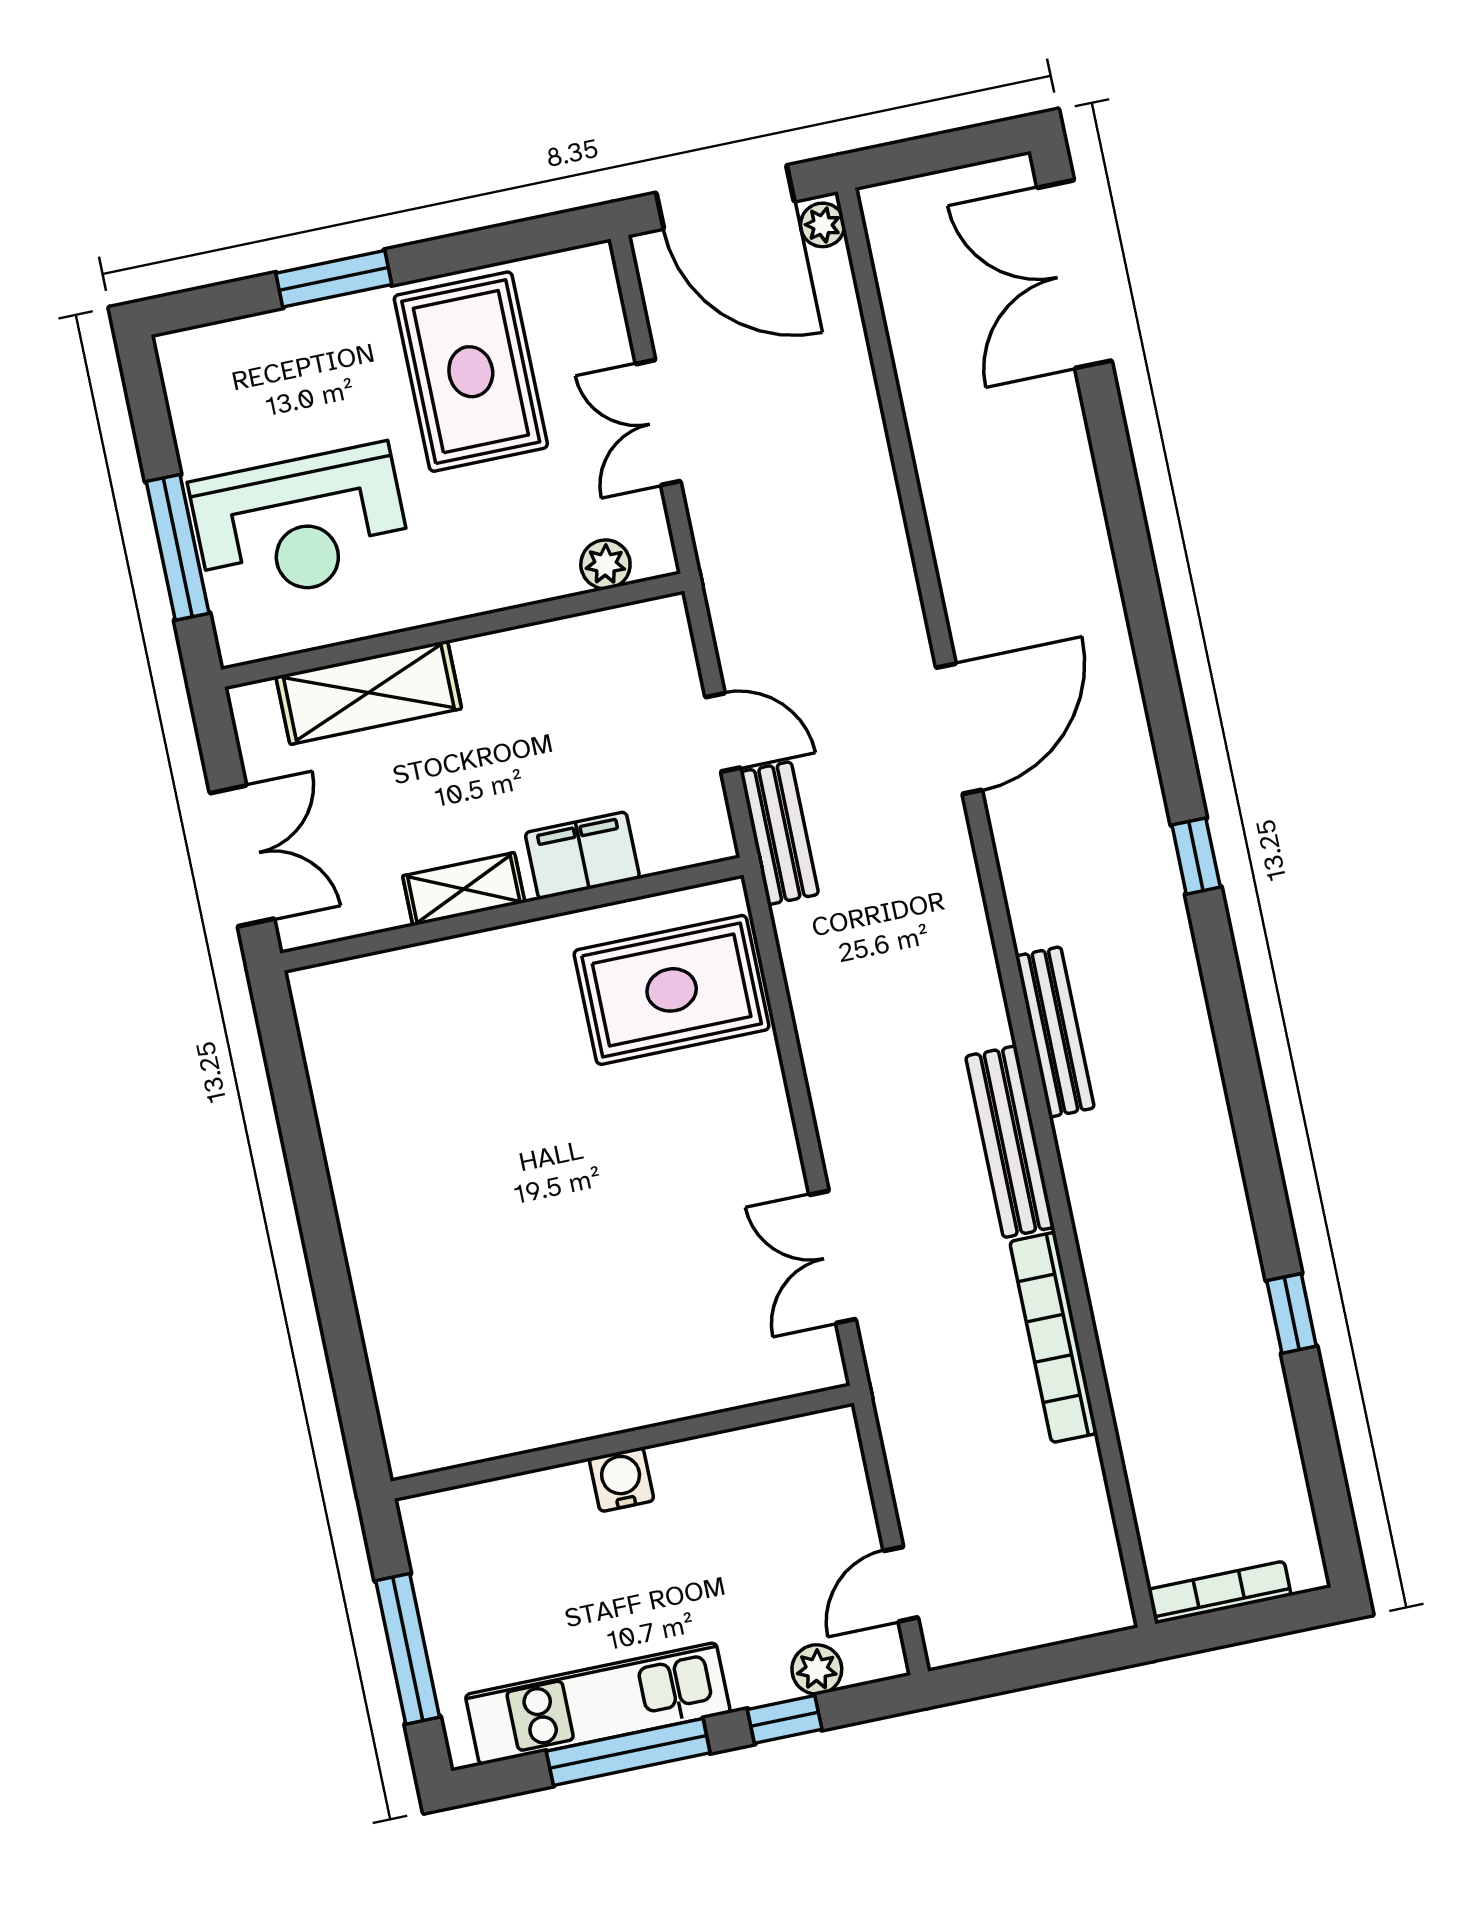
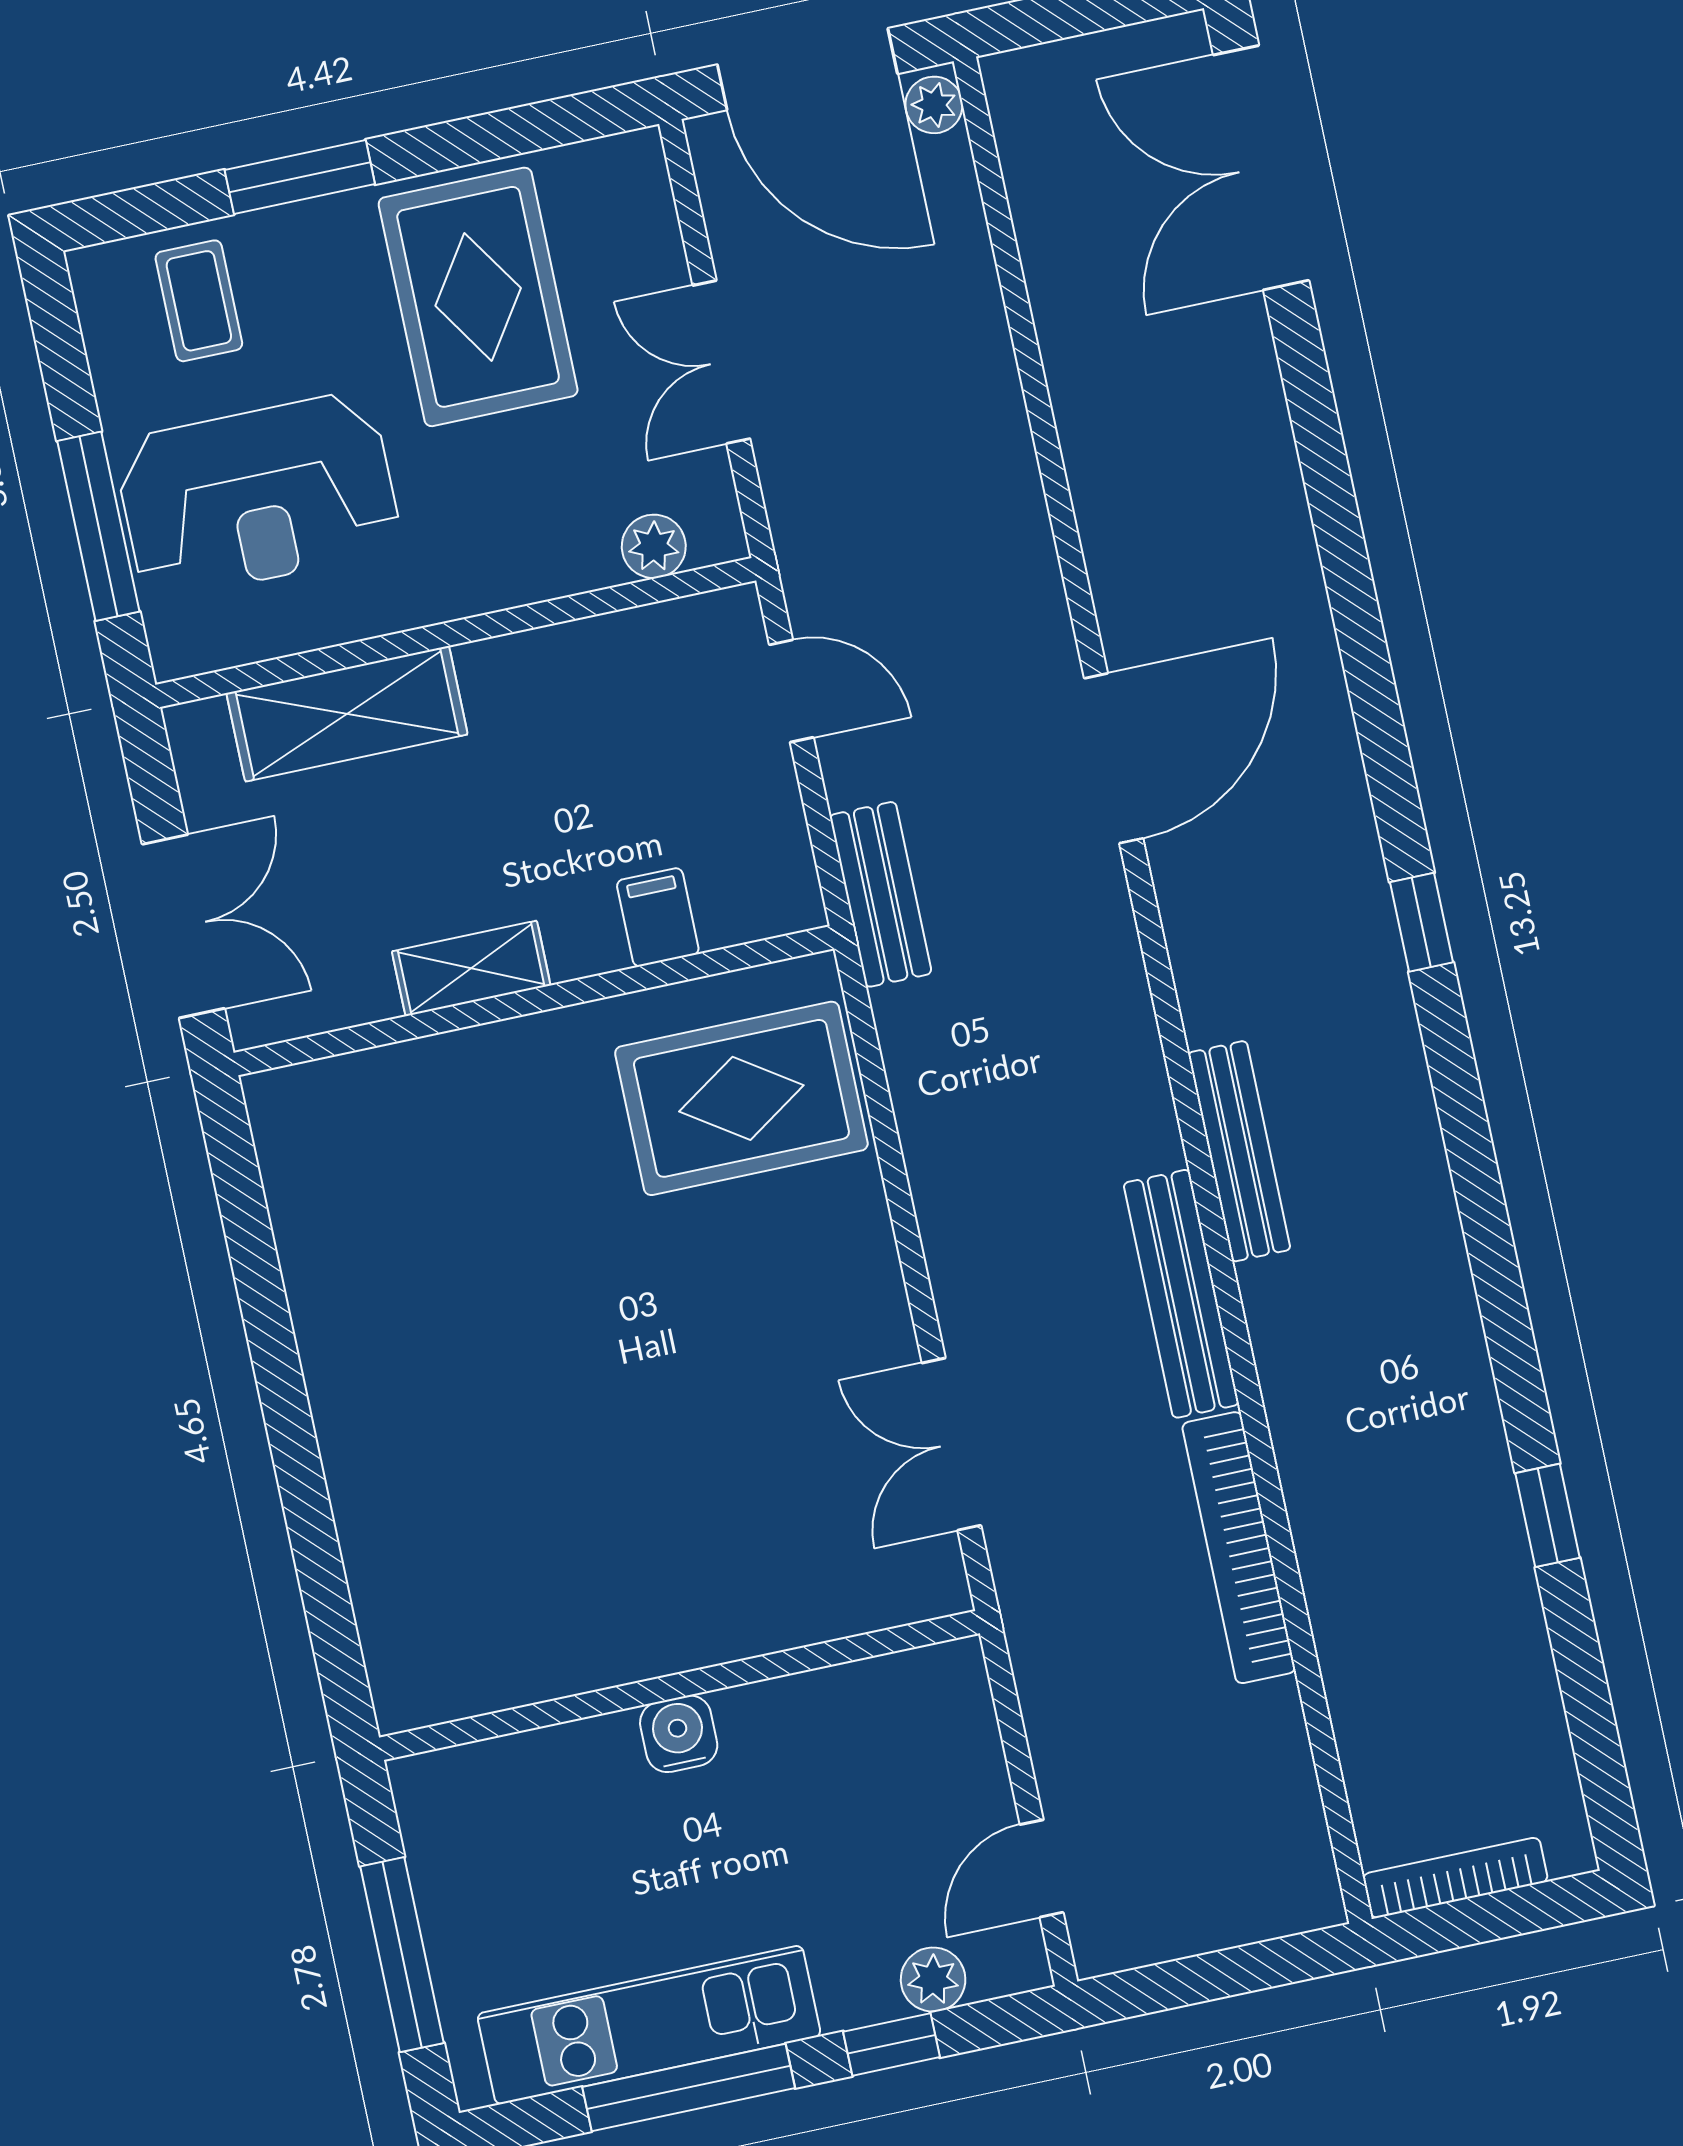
coffee table: (256, 374) -> (199, 301), added
door: (723, 732) -> (791, 691), moved
filing cabinet: (582, 855) -> (658, 917), width x0.50

